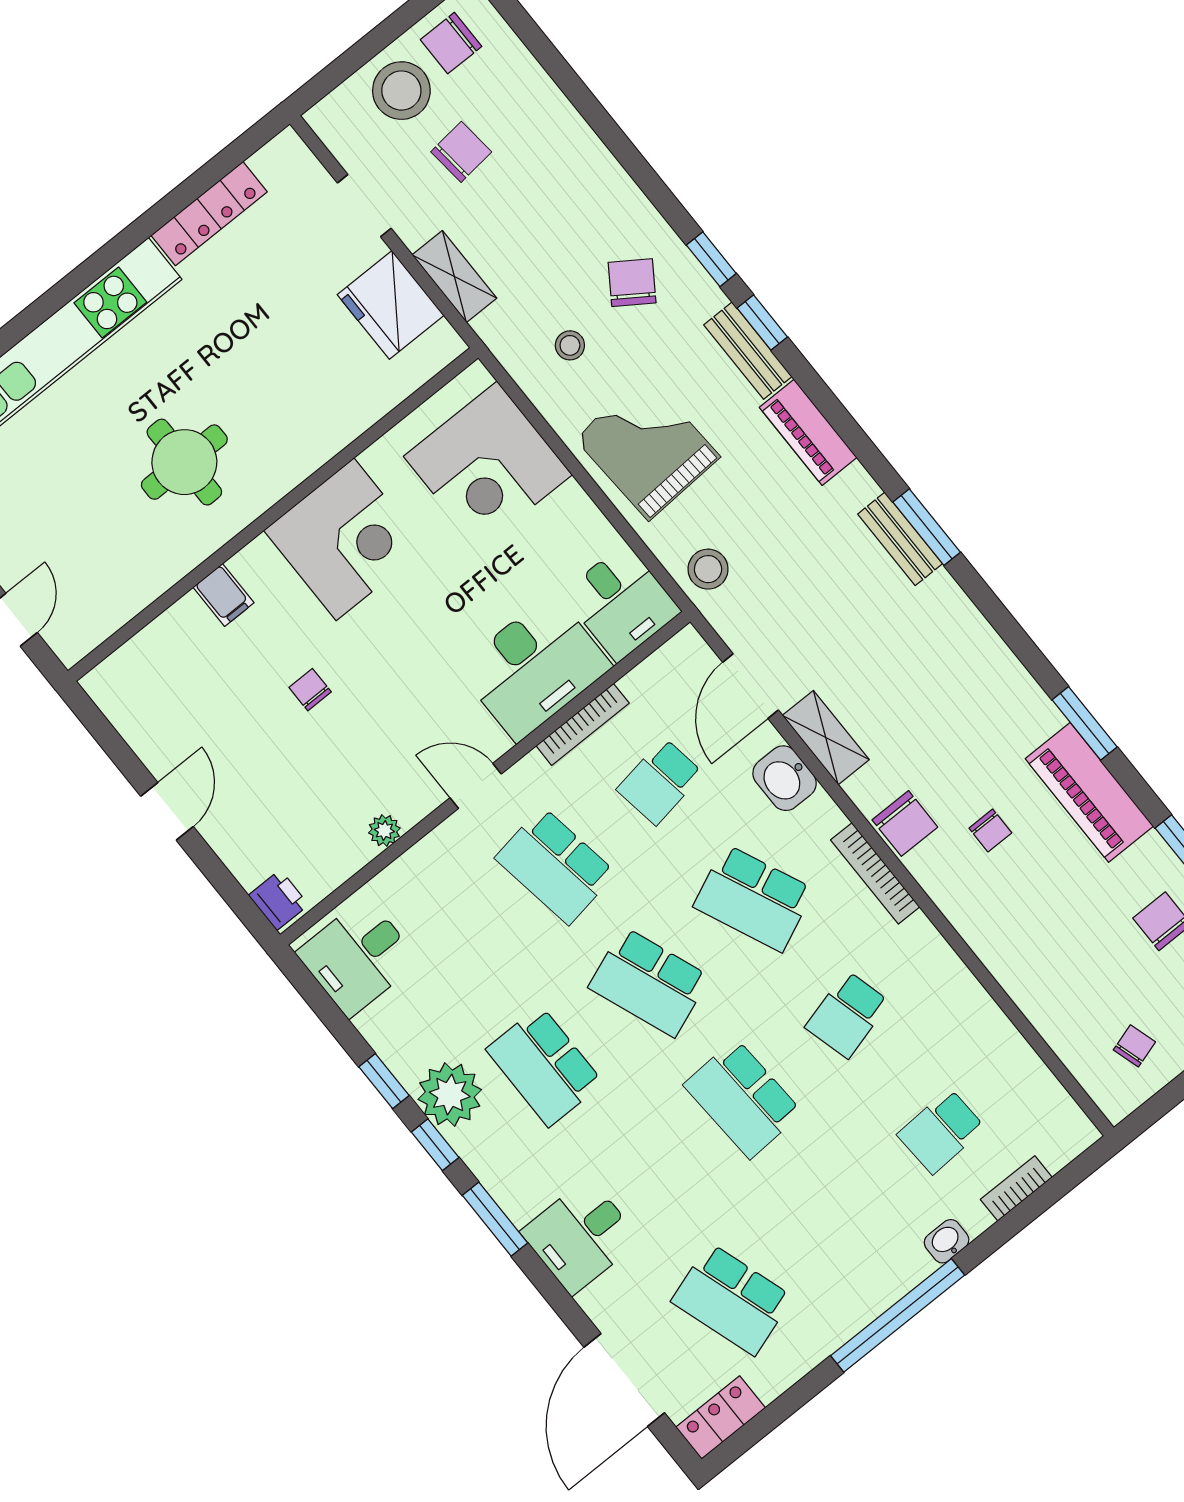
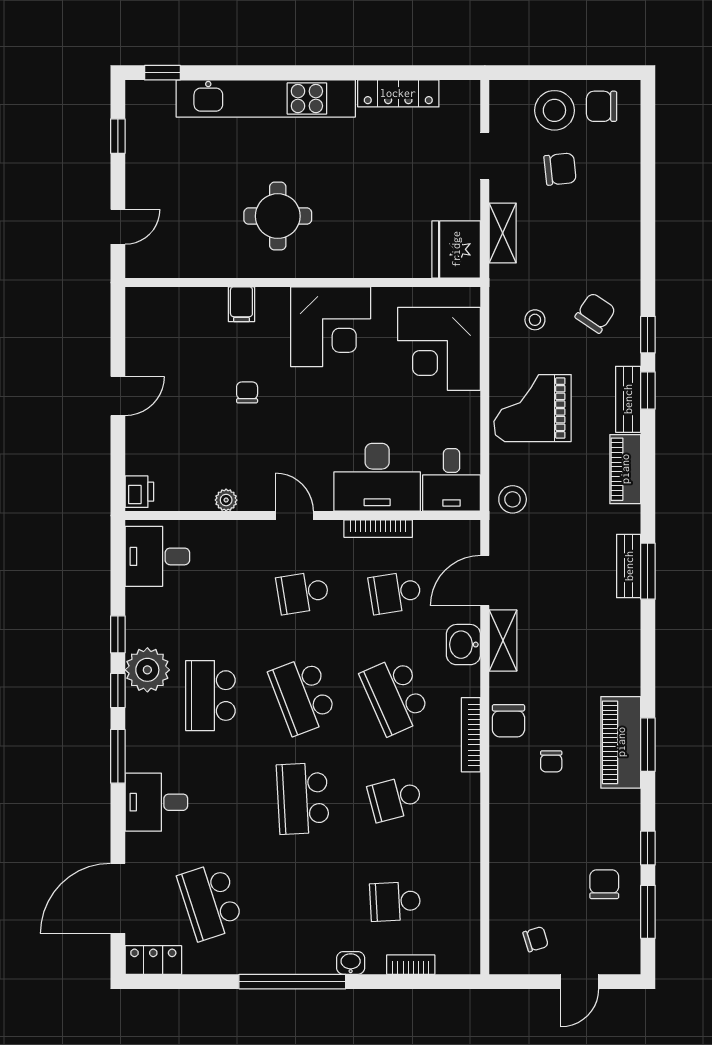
fridge: (391, 305) -> (456, 249), moved
grand piano: (647, 447) -> (532, 408), turned -87
piano: (1089, 792) -> (621, 742), moved
school desk: (555, 866) -> (303, 593), width x0.54

